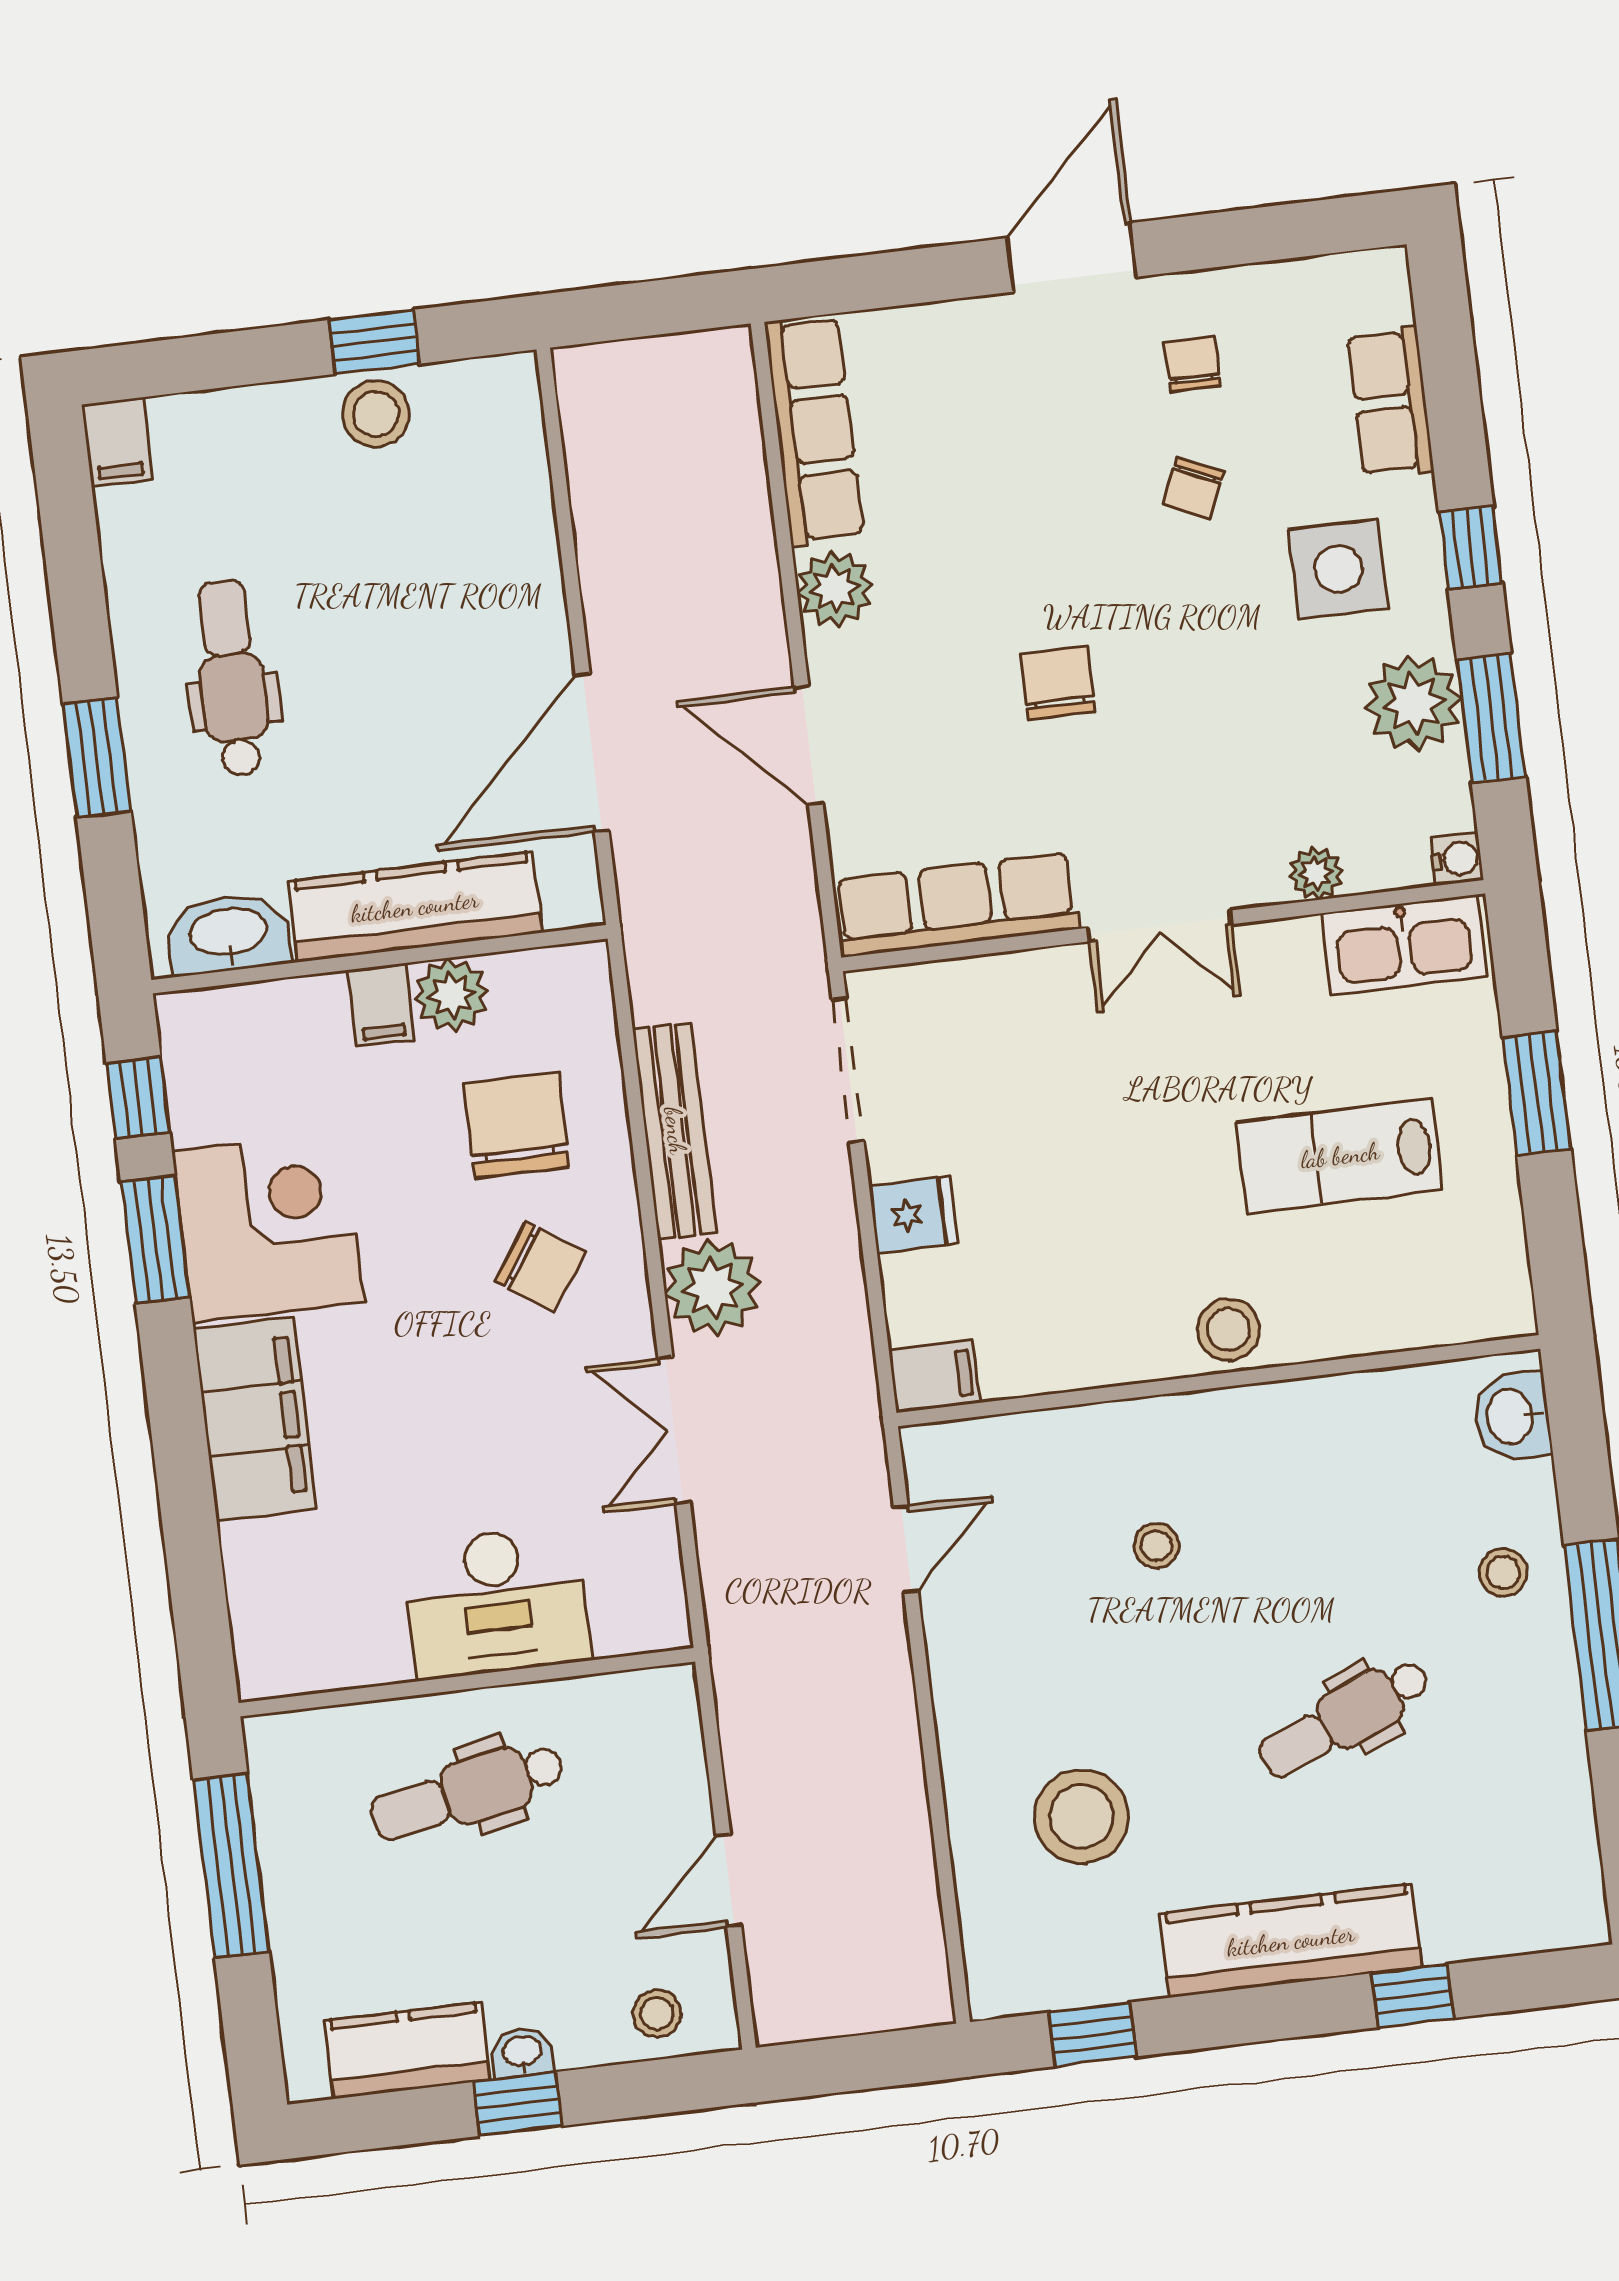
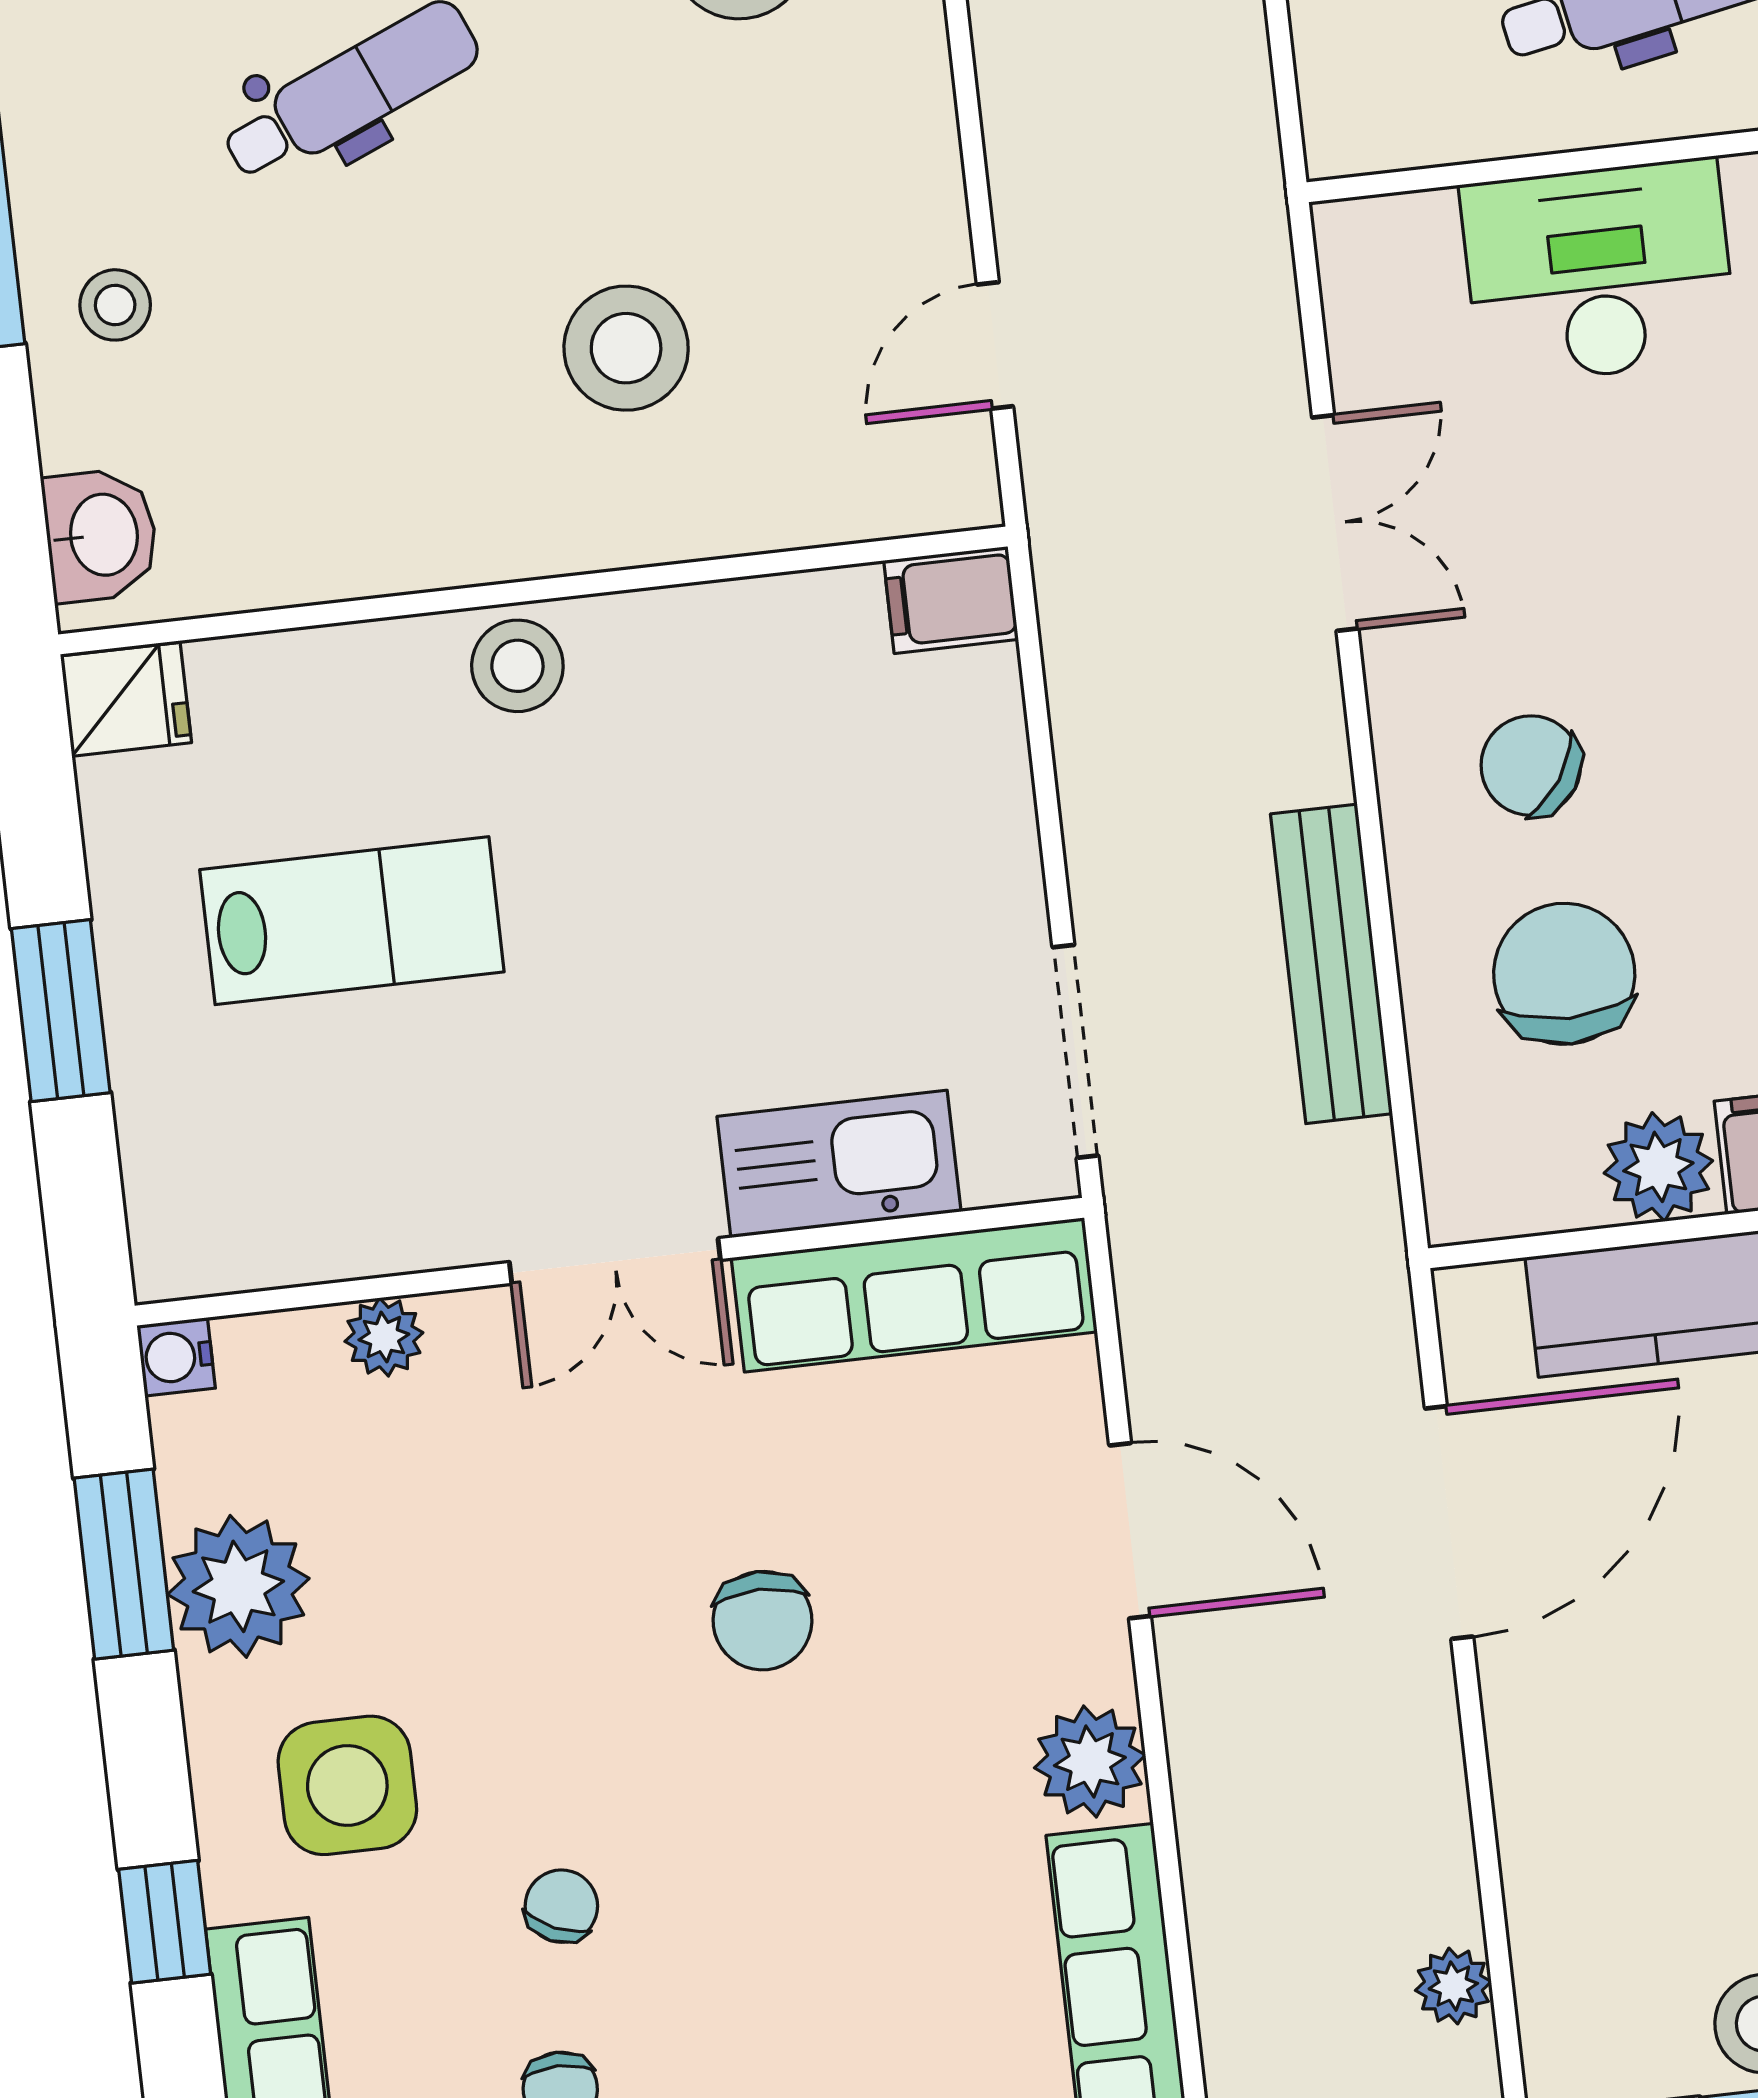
window: (1471, 548) -> (165, 1922), moved
double door: (1159, 926) -> (615, 1261), swing flipped
kitchen sink: (1404, 945) -> (839, 1164), moved
chair: (517, 1125) -> (1564, 974), turned 180
fridge: (913, 1215) -> (126, 699), moved, turned 180
plant: (713, 1288) -> (1453, 1986), moved, width x0.53, depth x0.53
stool: (1156, 1546) -> (626, 348), width x1.89, depth x1.89

